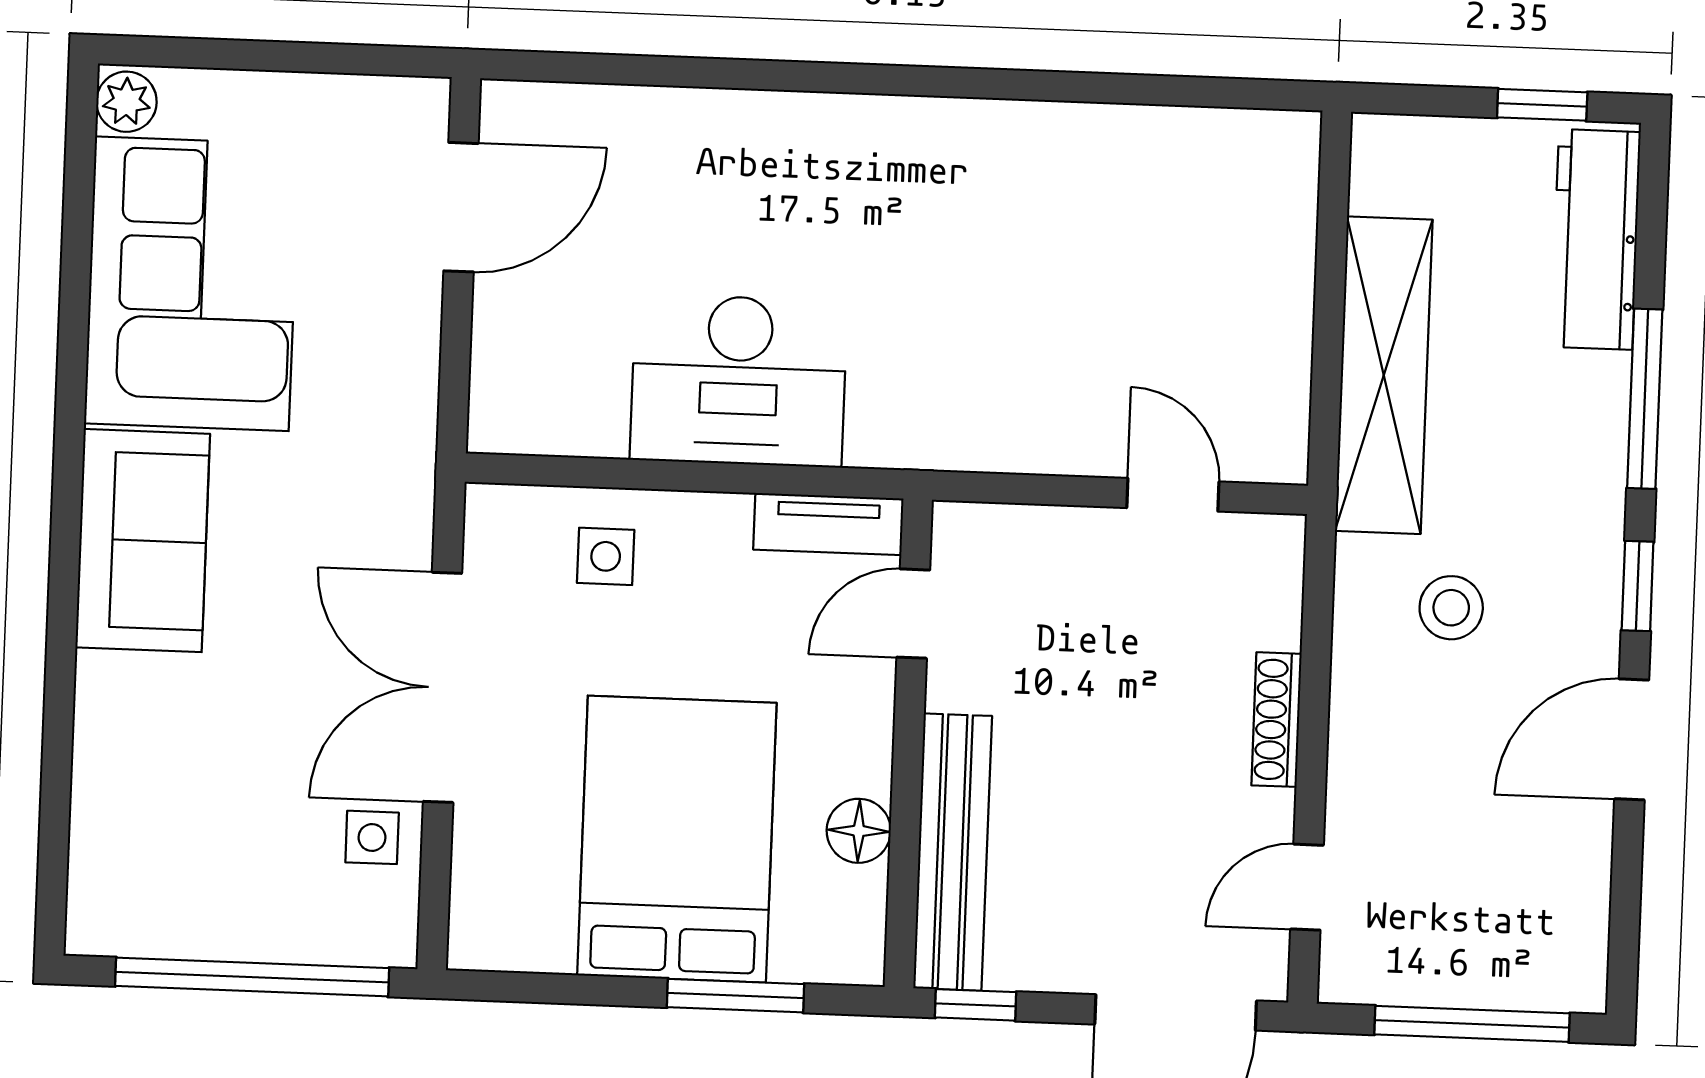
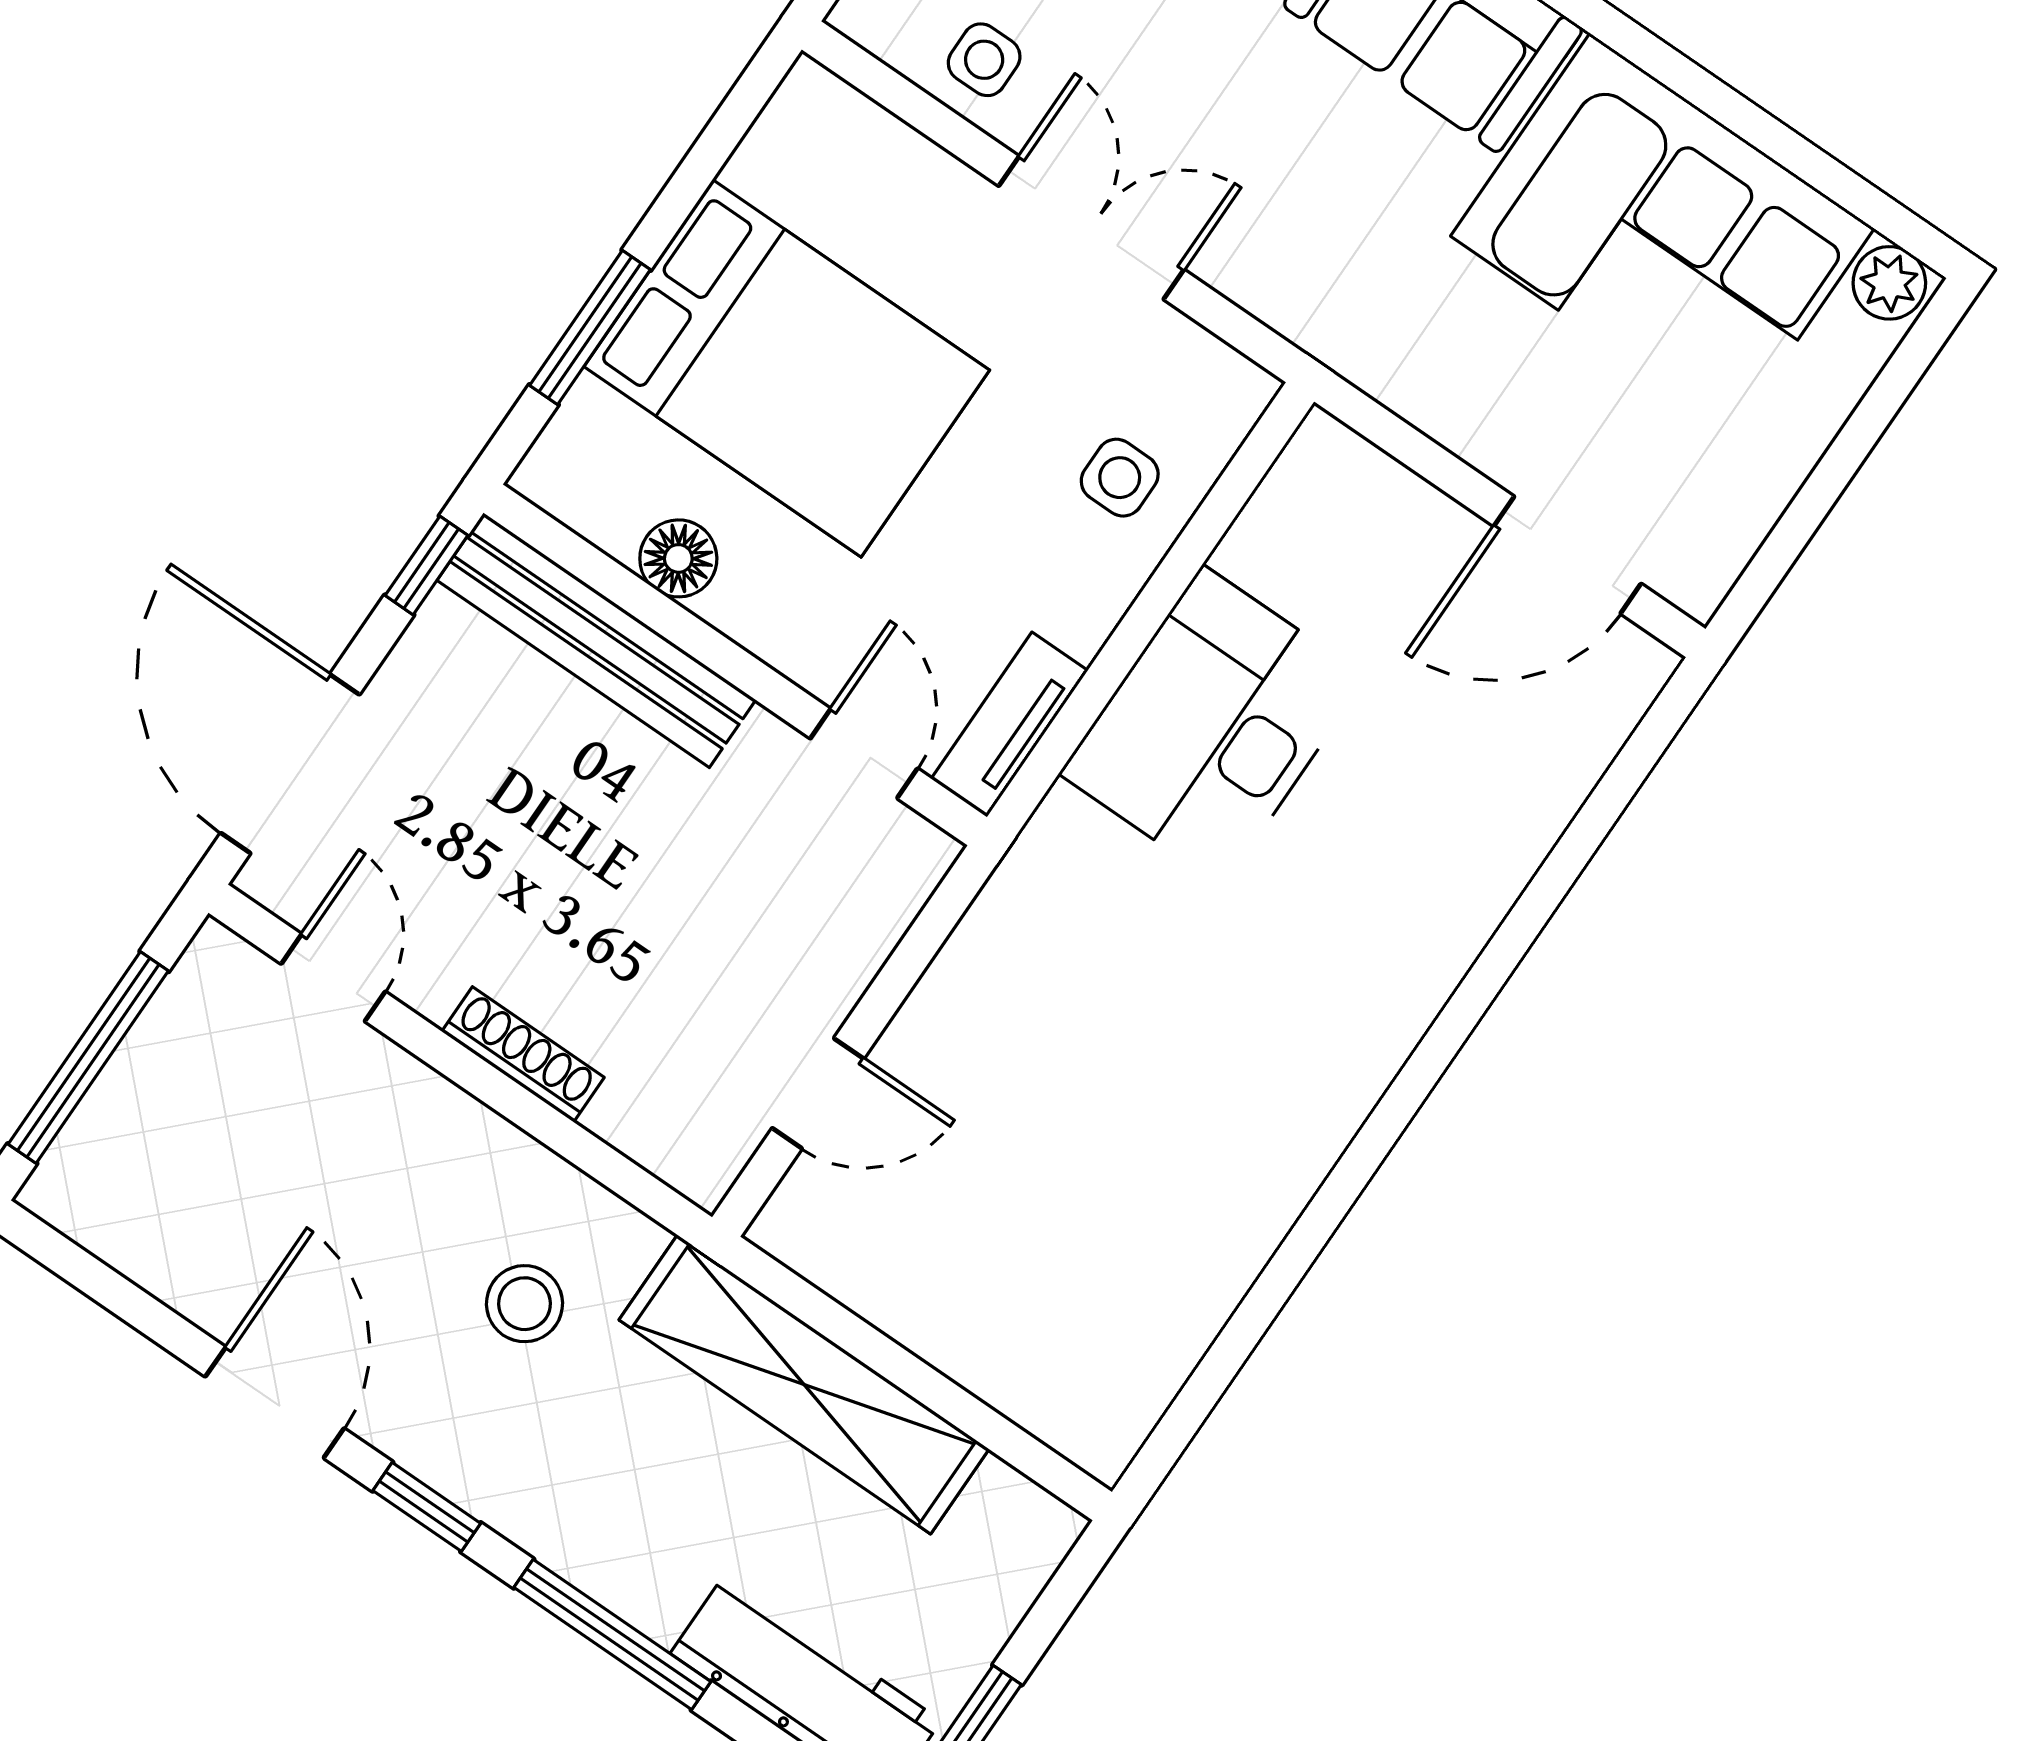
door: (461, 207) -> (1567, 555), hinge flipped
double door: (443, 687) -> (1091, 228), width x0.73

